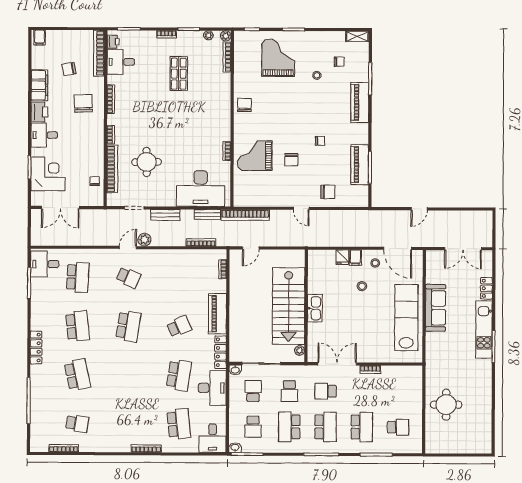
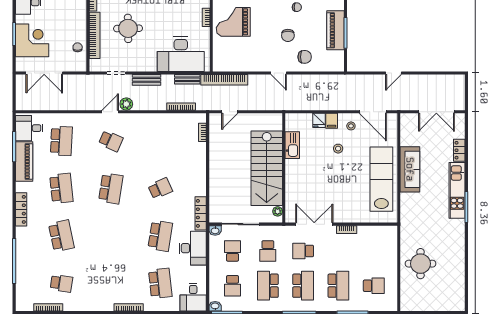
chair: (291, 160) -> (288, 35), moved
kitchen sink: (315, 308) -> (292, 145), moved
piano: (217, 314) -> (24, 162), moved, turned 180

